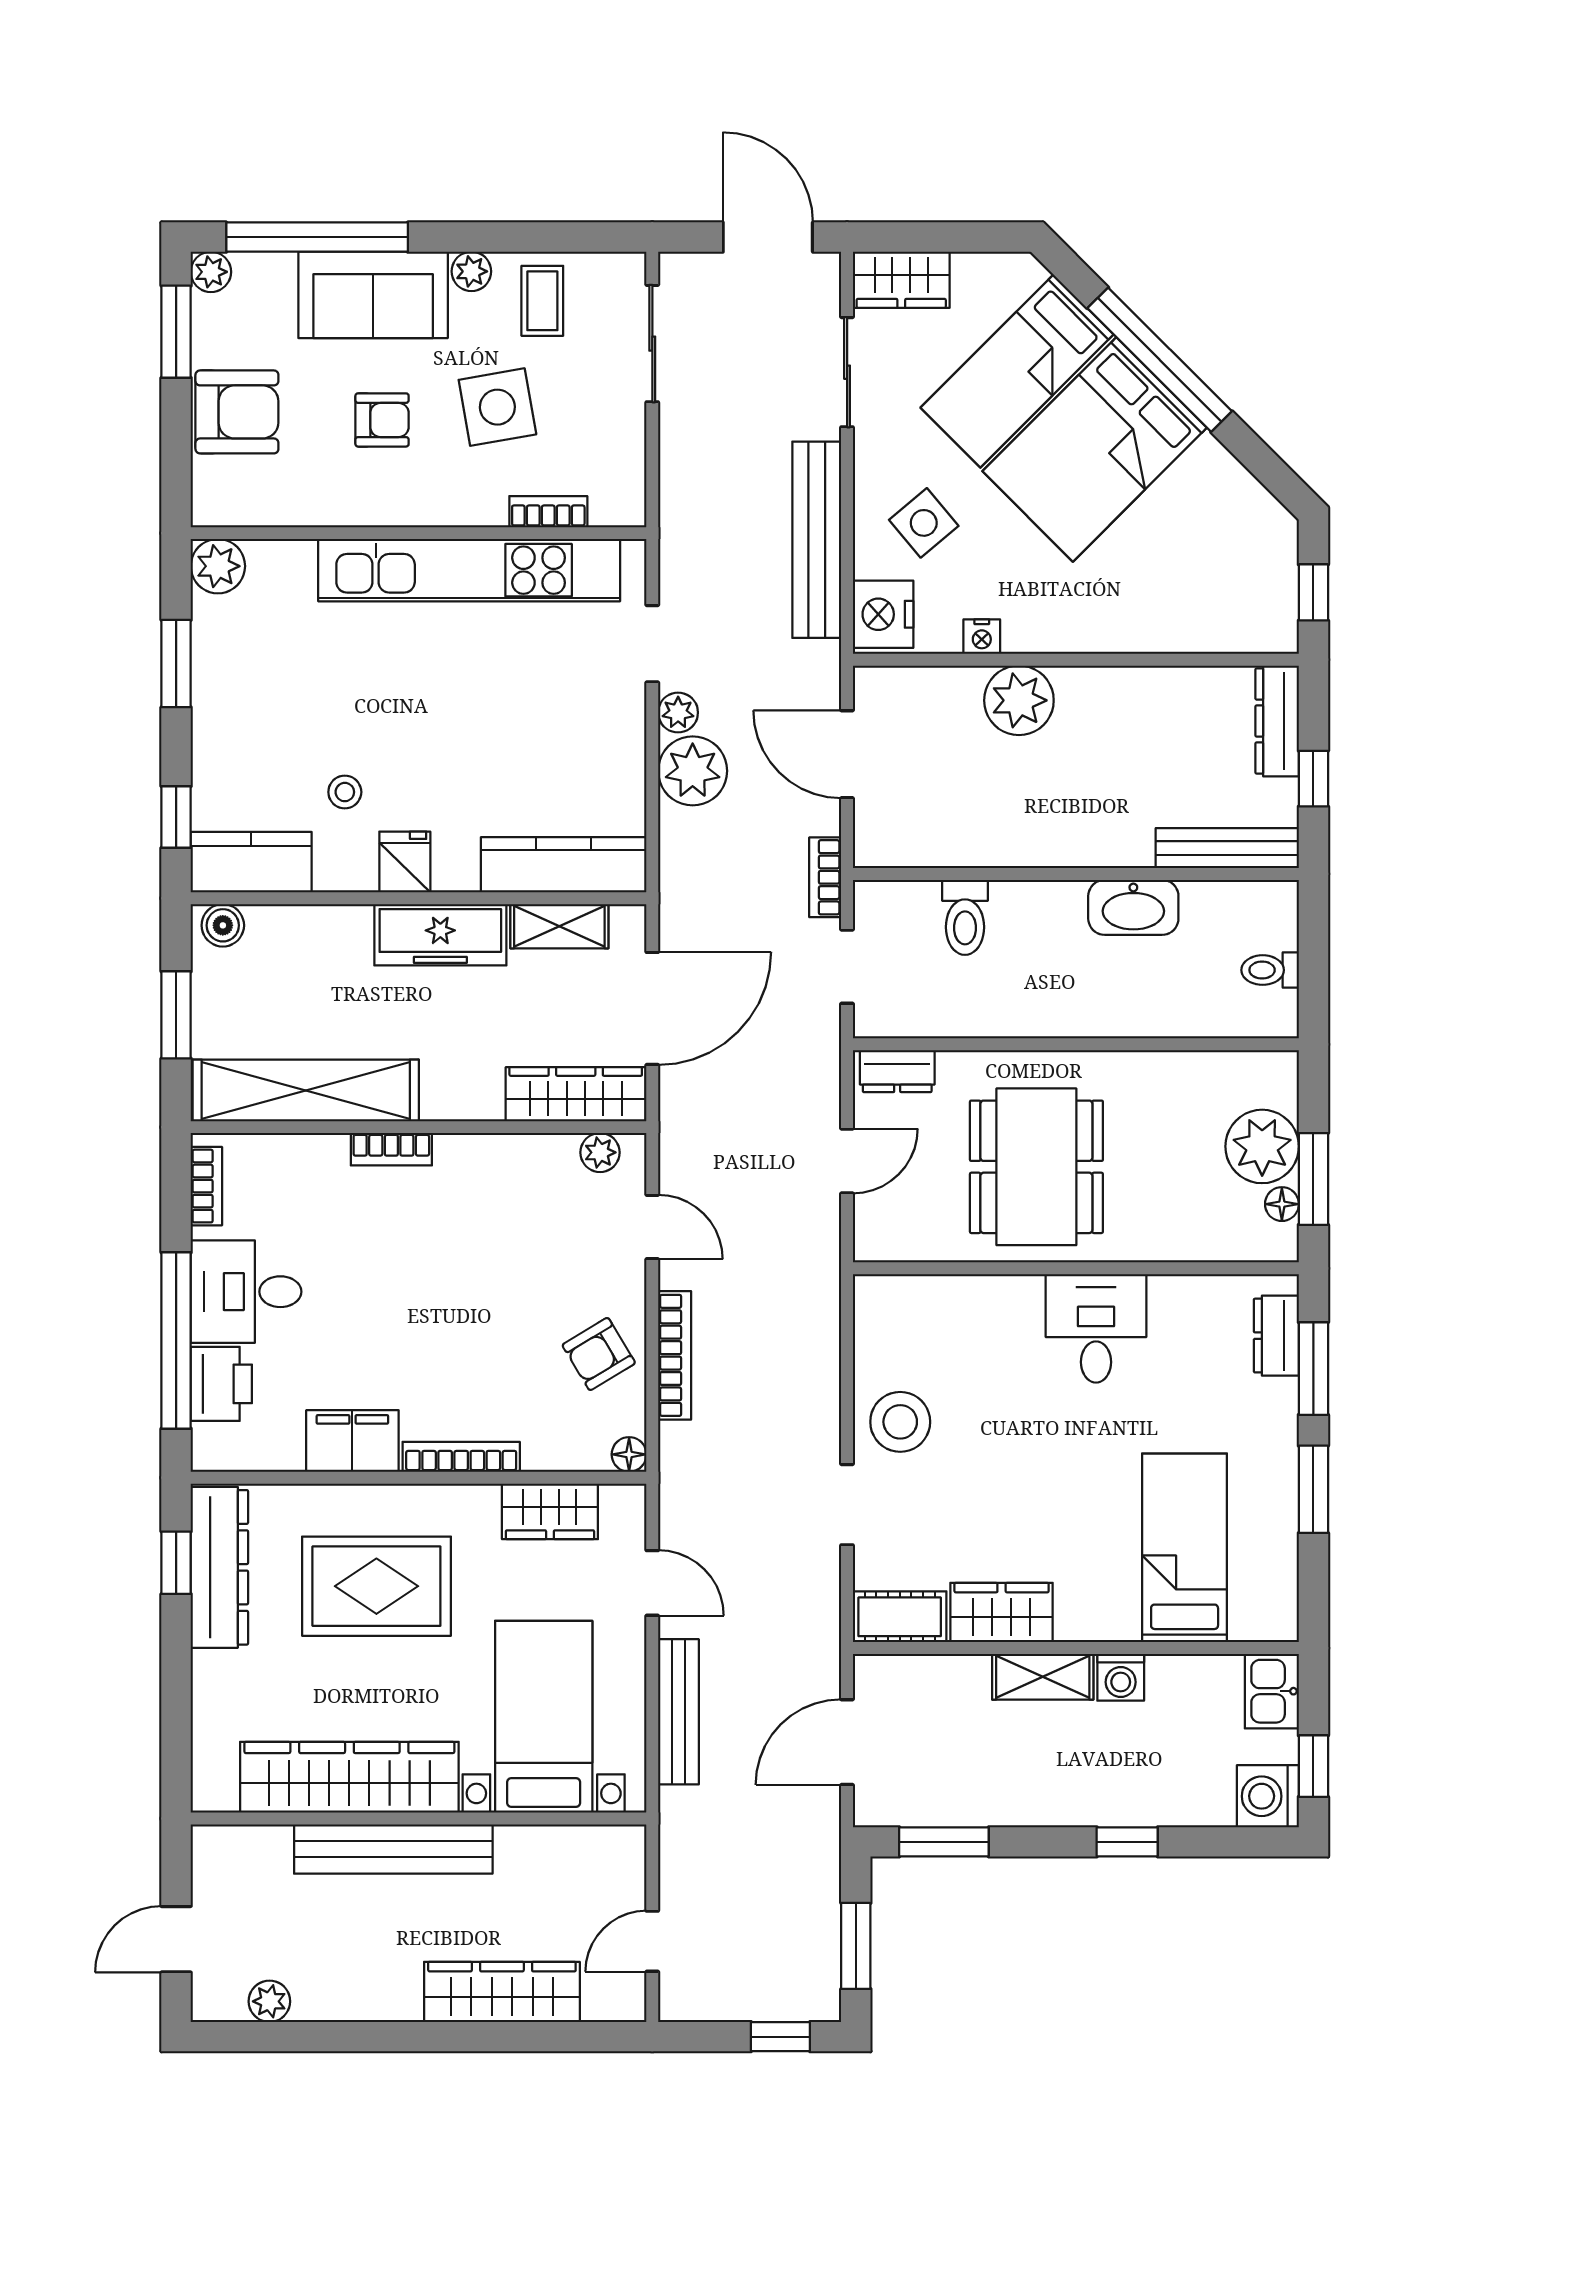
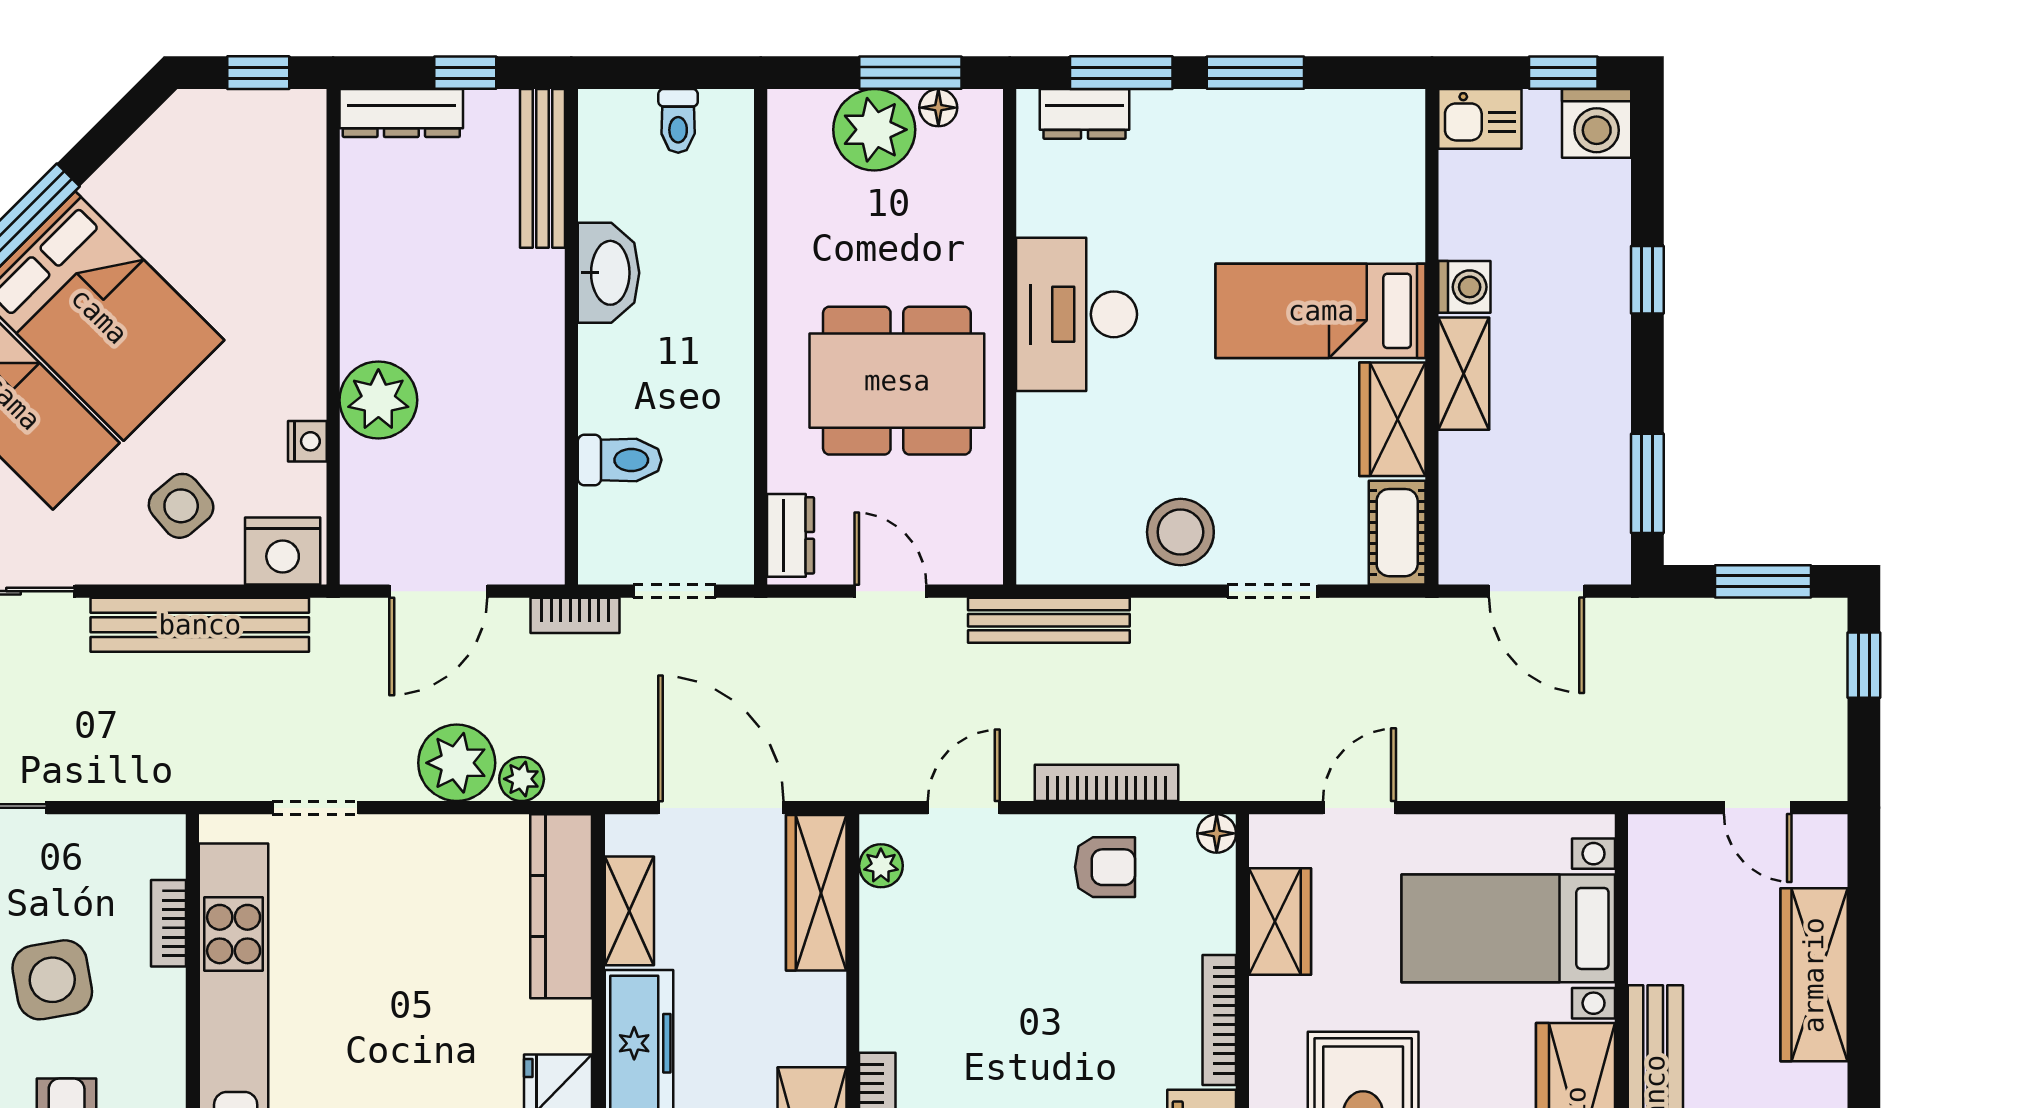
plant: (678, 713) -> (522, 779), moved
desk: (1096, 1328) -> (1077, 314), width x1.37
armchair: (599, 1354) -> (1105, 867), turned -59
bed: (1185, 1548) -> (1321, 311), moved
bench: (678, 1712) -> (1049, 620), moved

